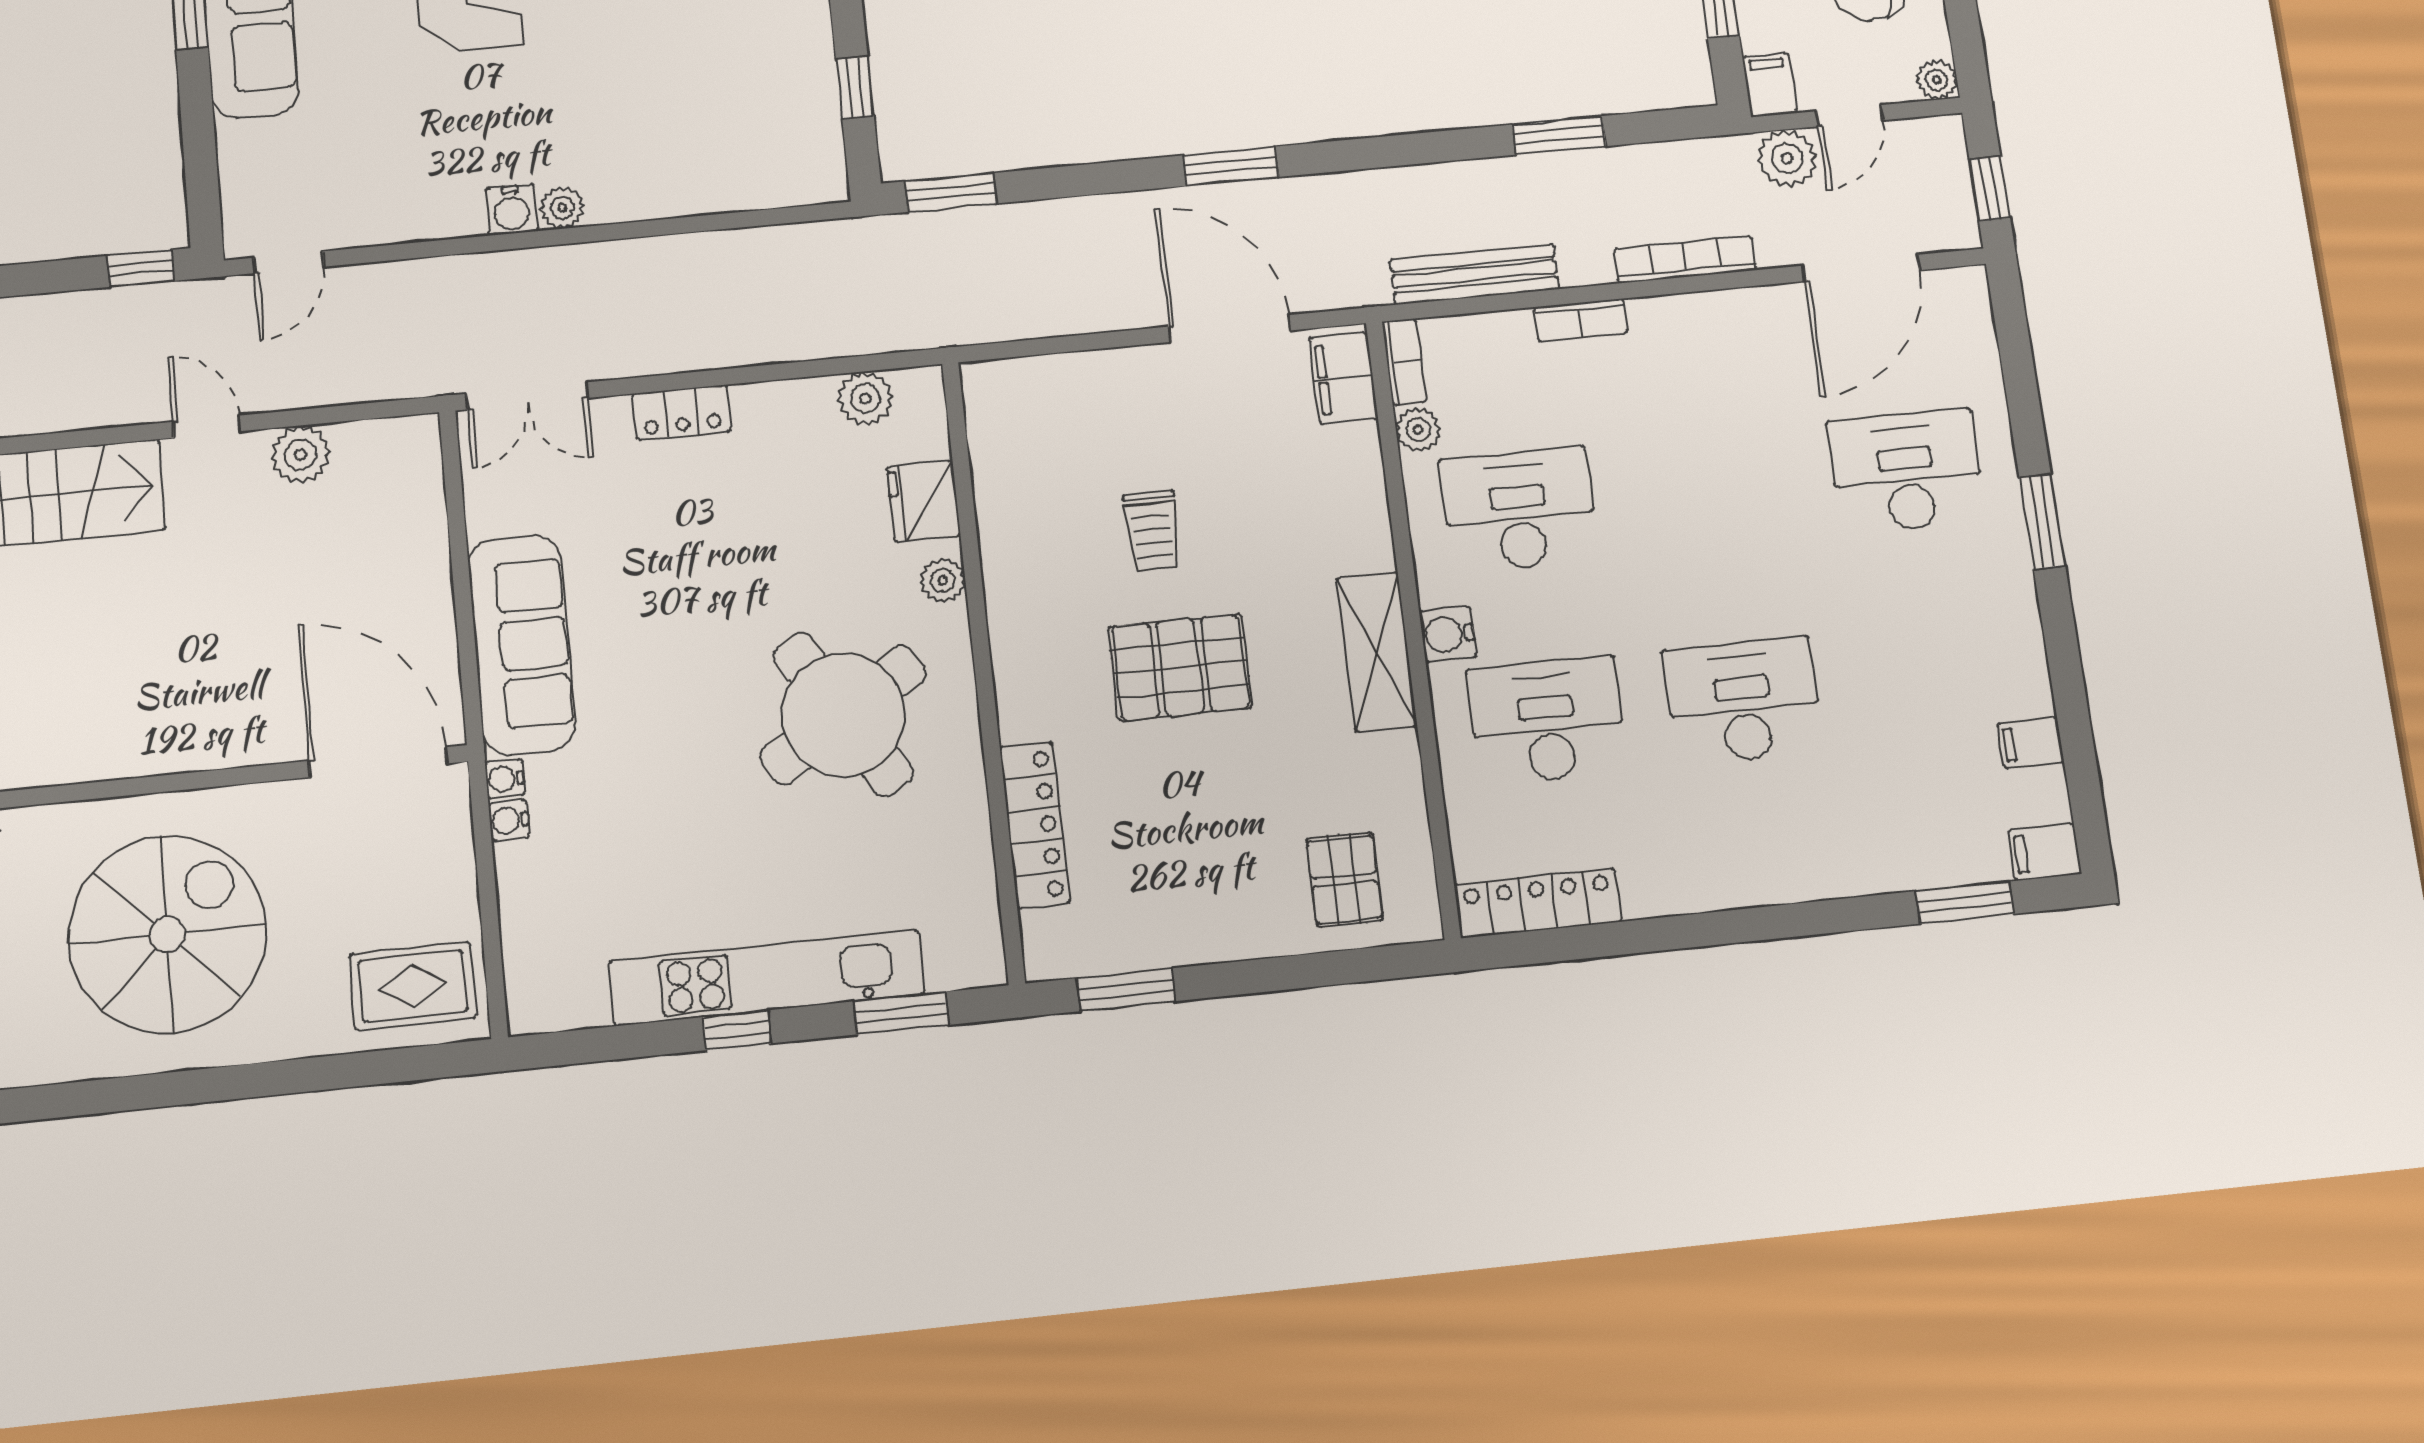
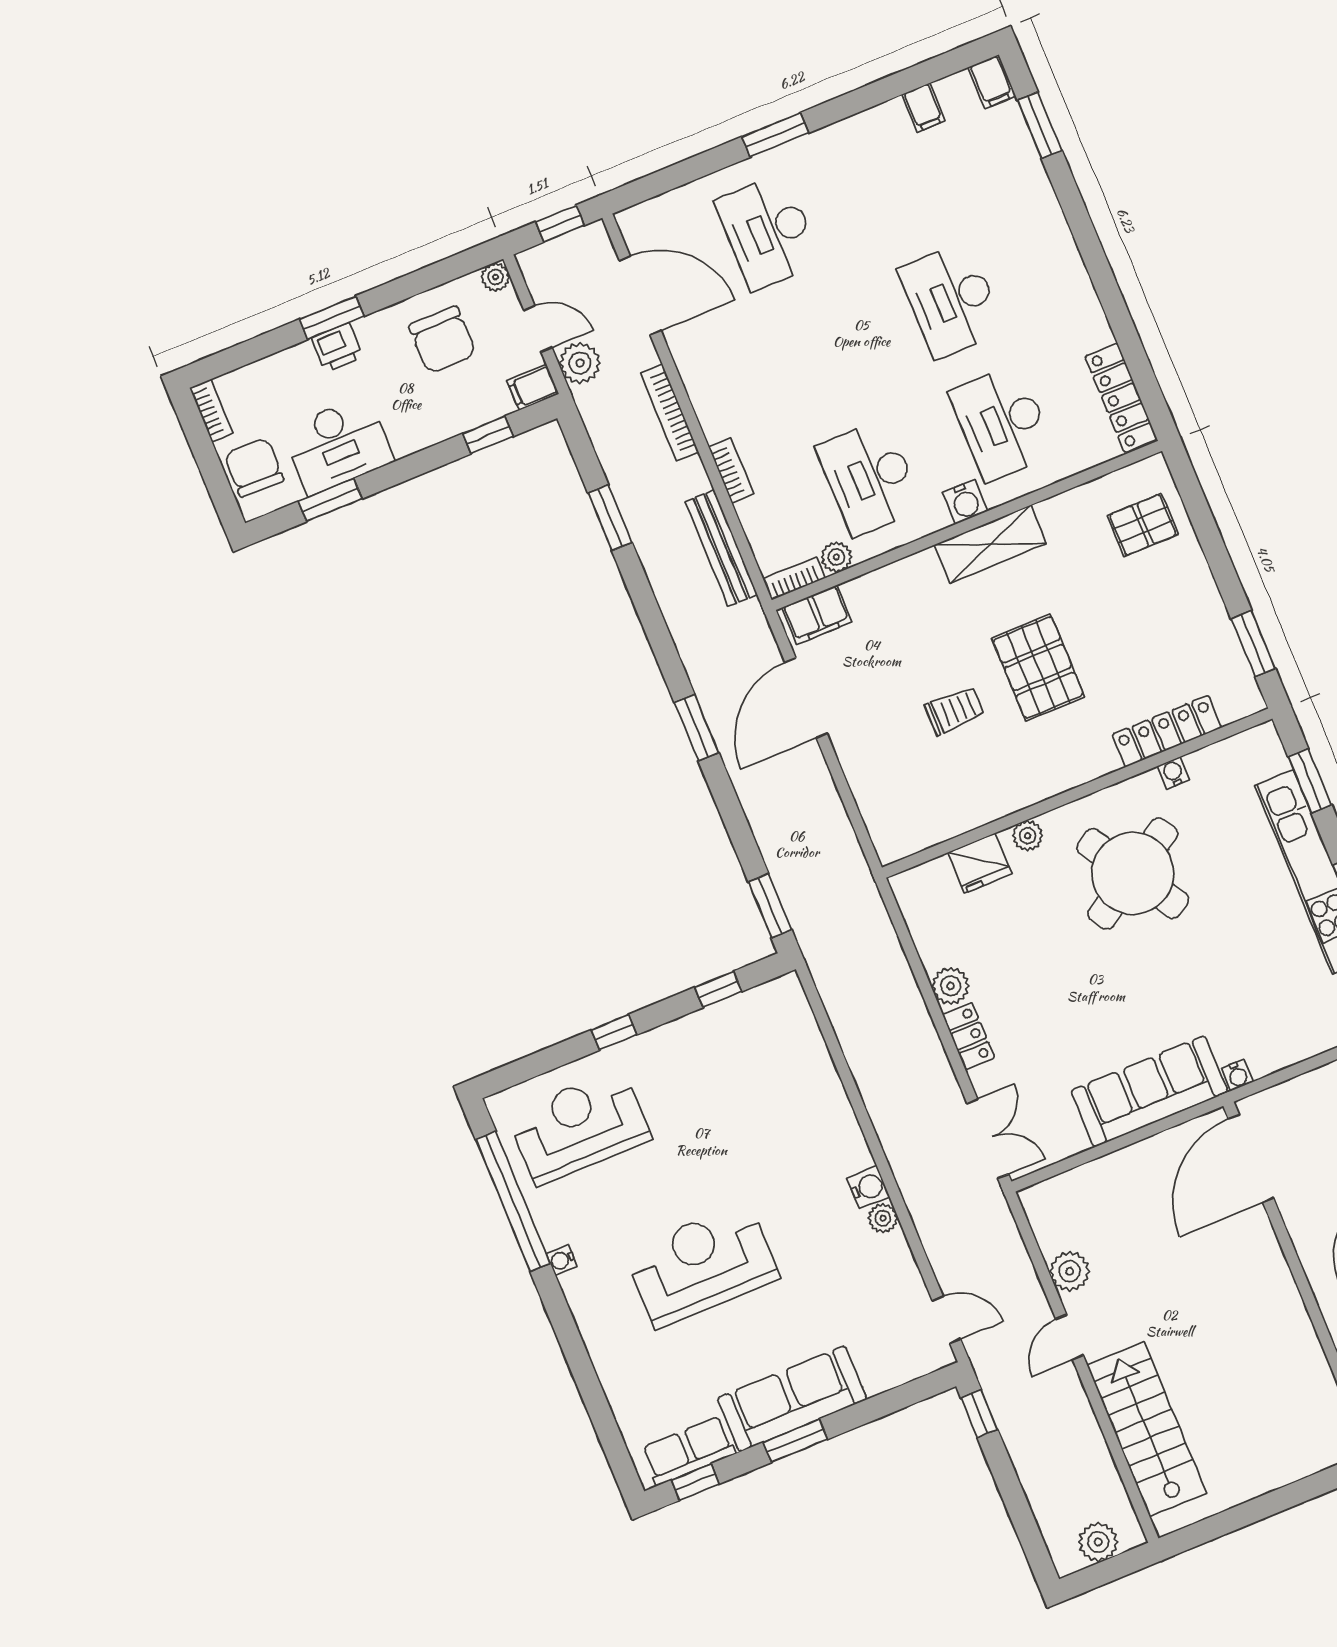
plant: (562, 208) -> (883, 1218), moved
plant: (865, 398) -> (951, 986), moved
water cooler: (509, 820) -> (1173, 773), moved, turned 180

